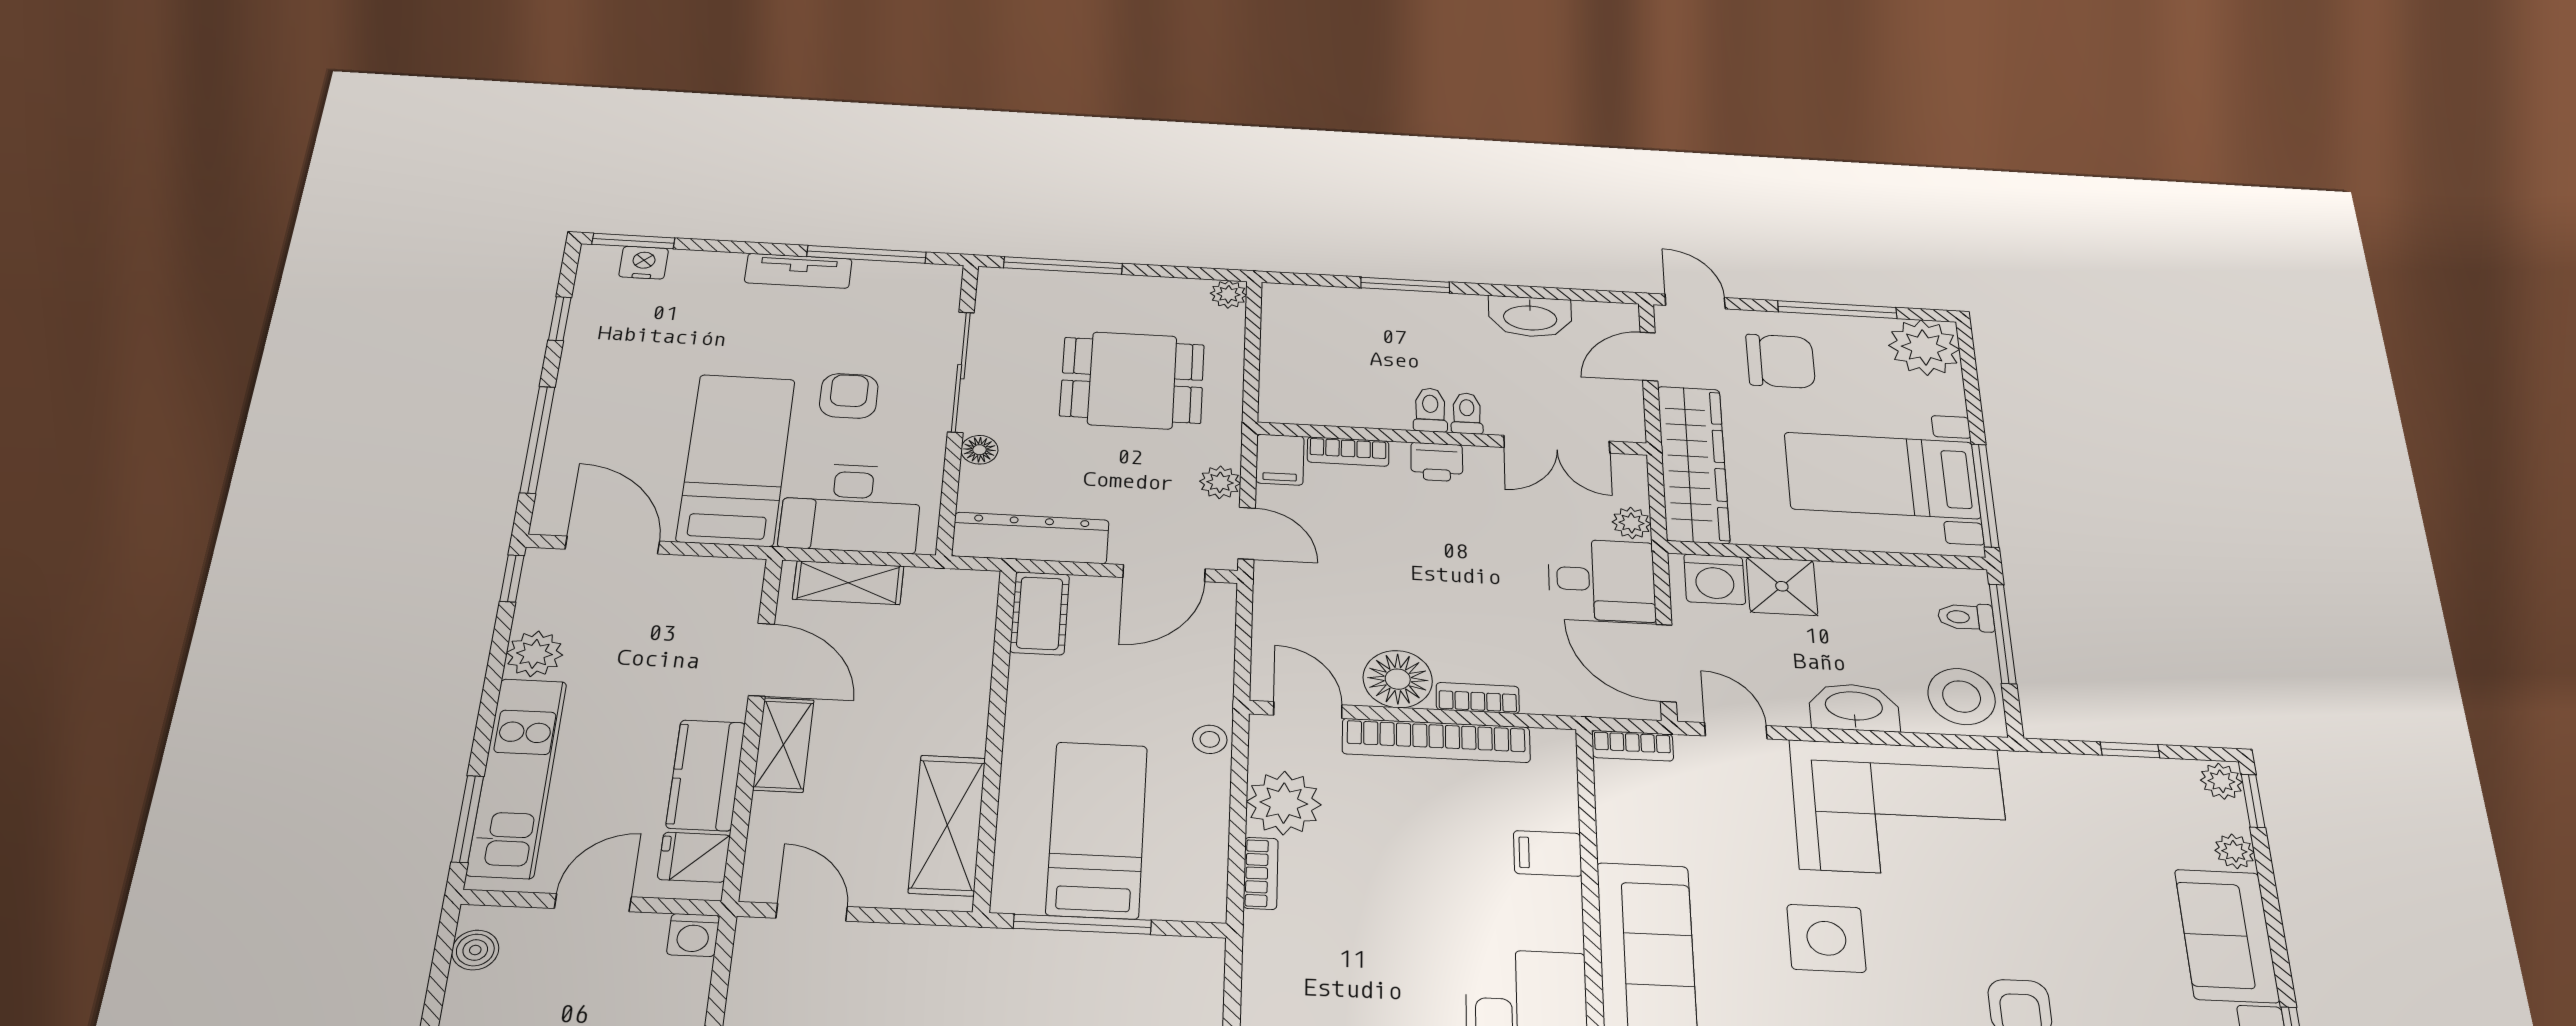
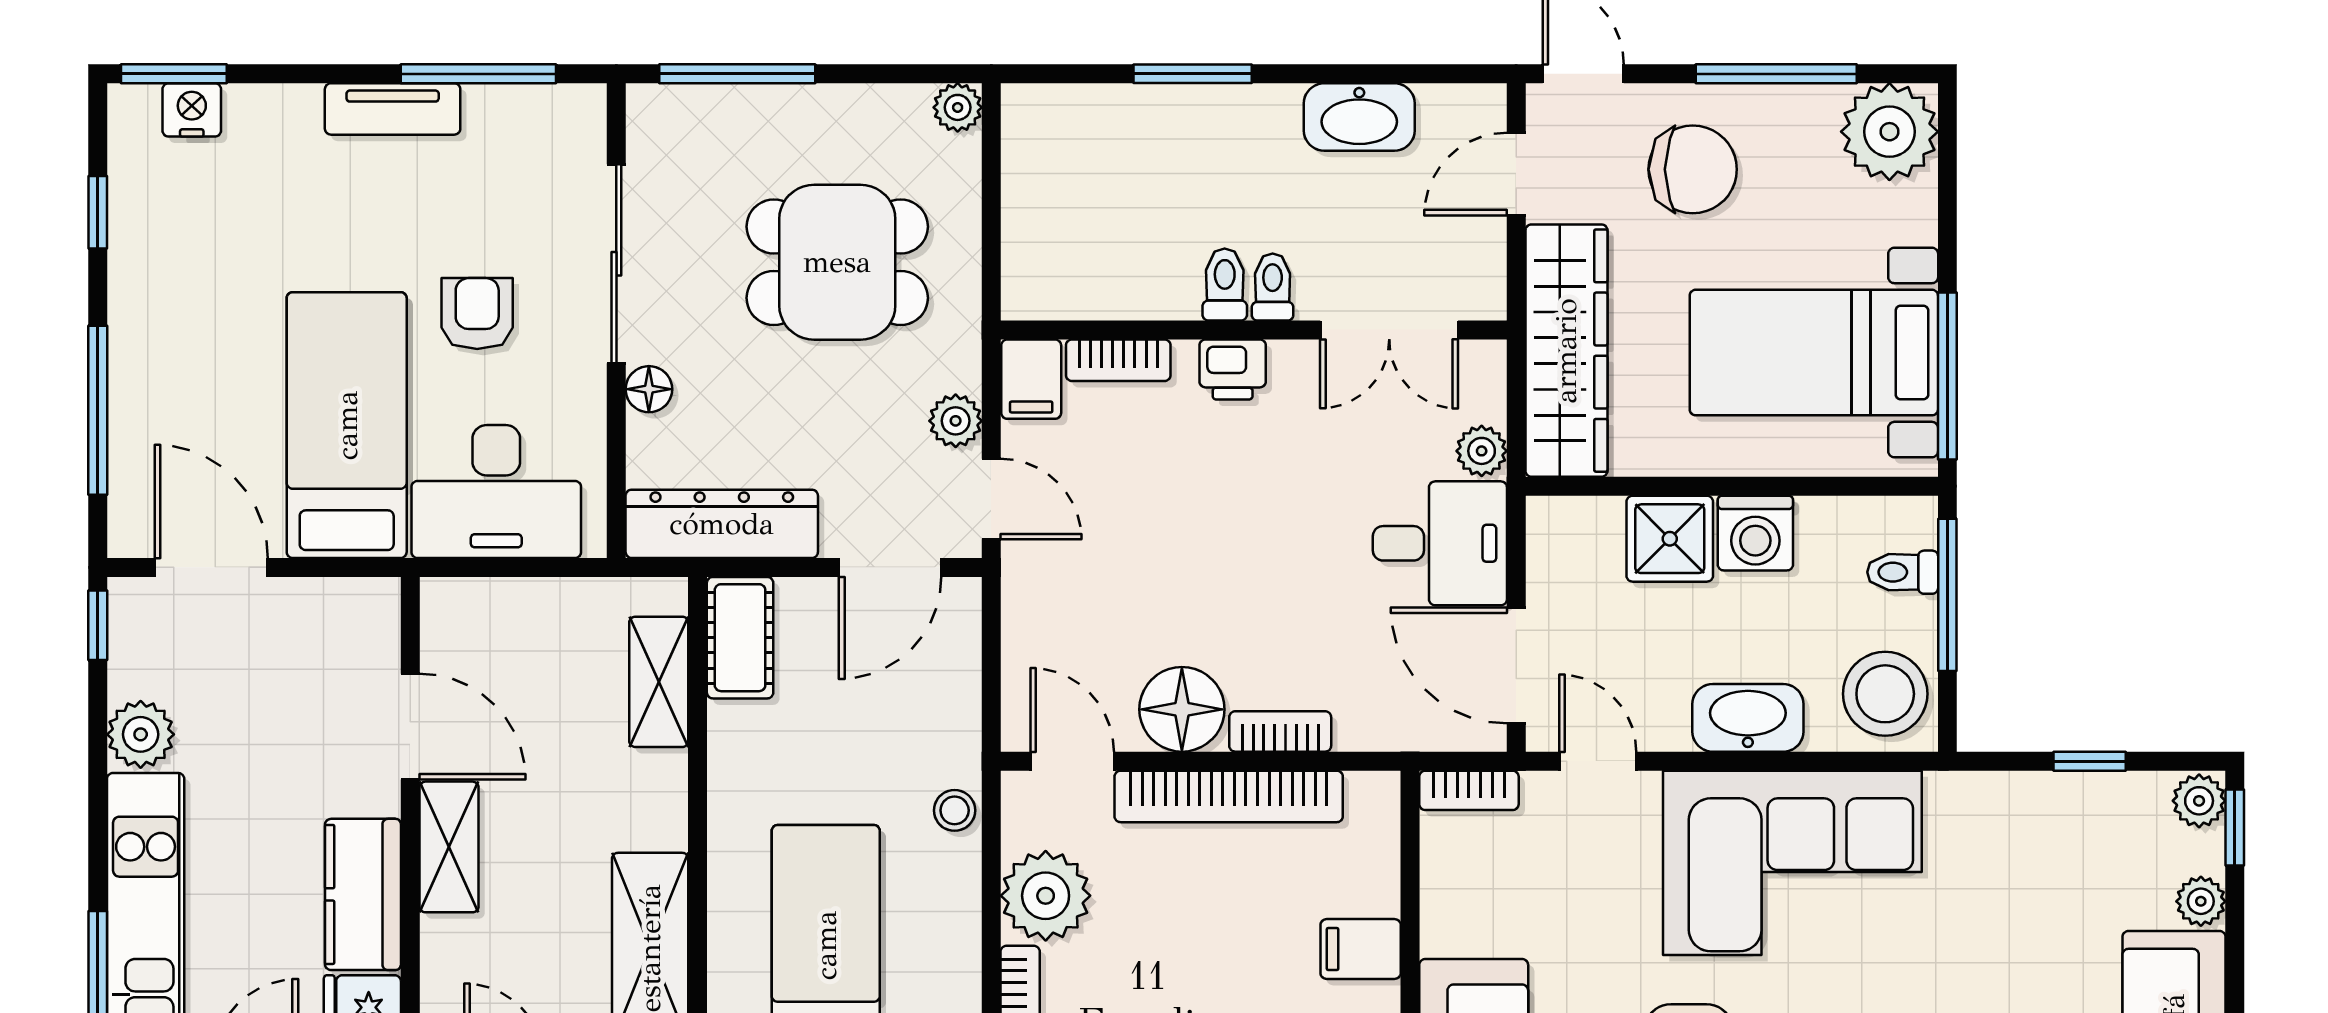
washing machine: (1715, 579) -> (1755, 533), moved
shelving: (848, 583) -> (659, 682), moved, turned 90

